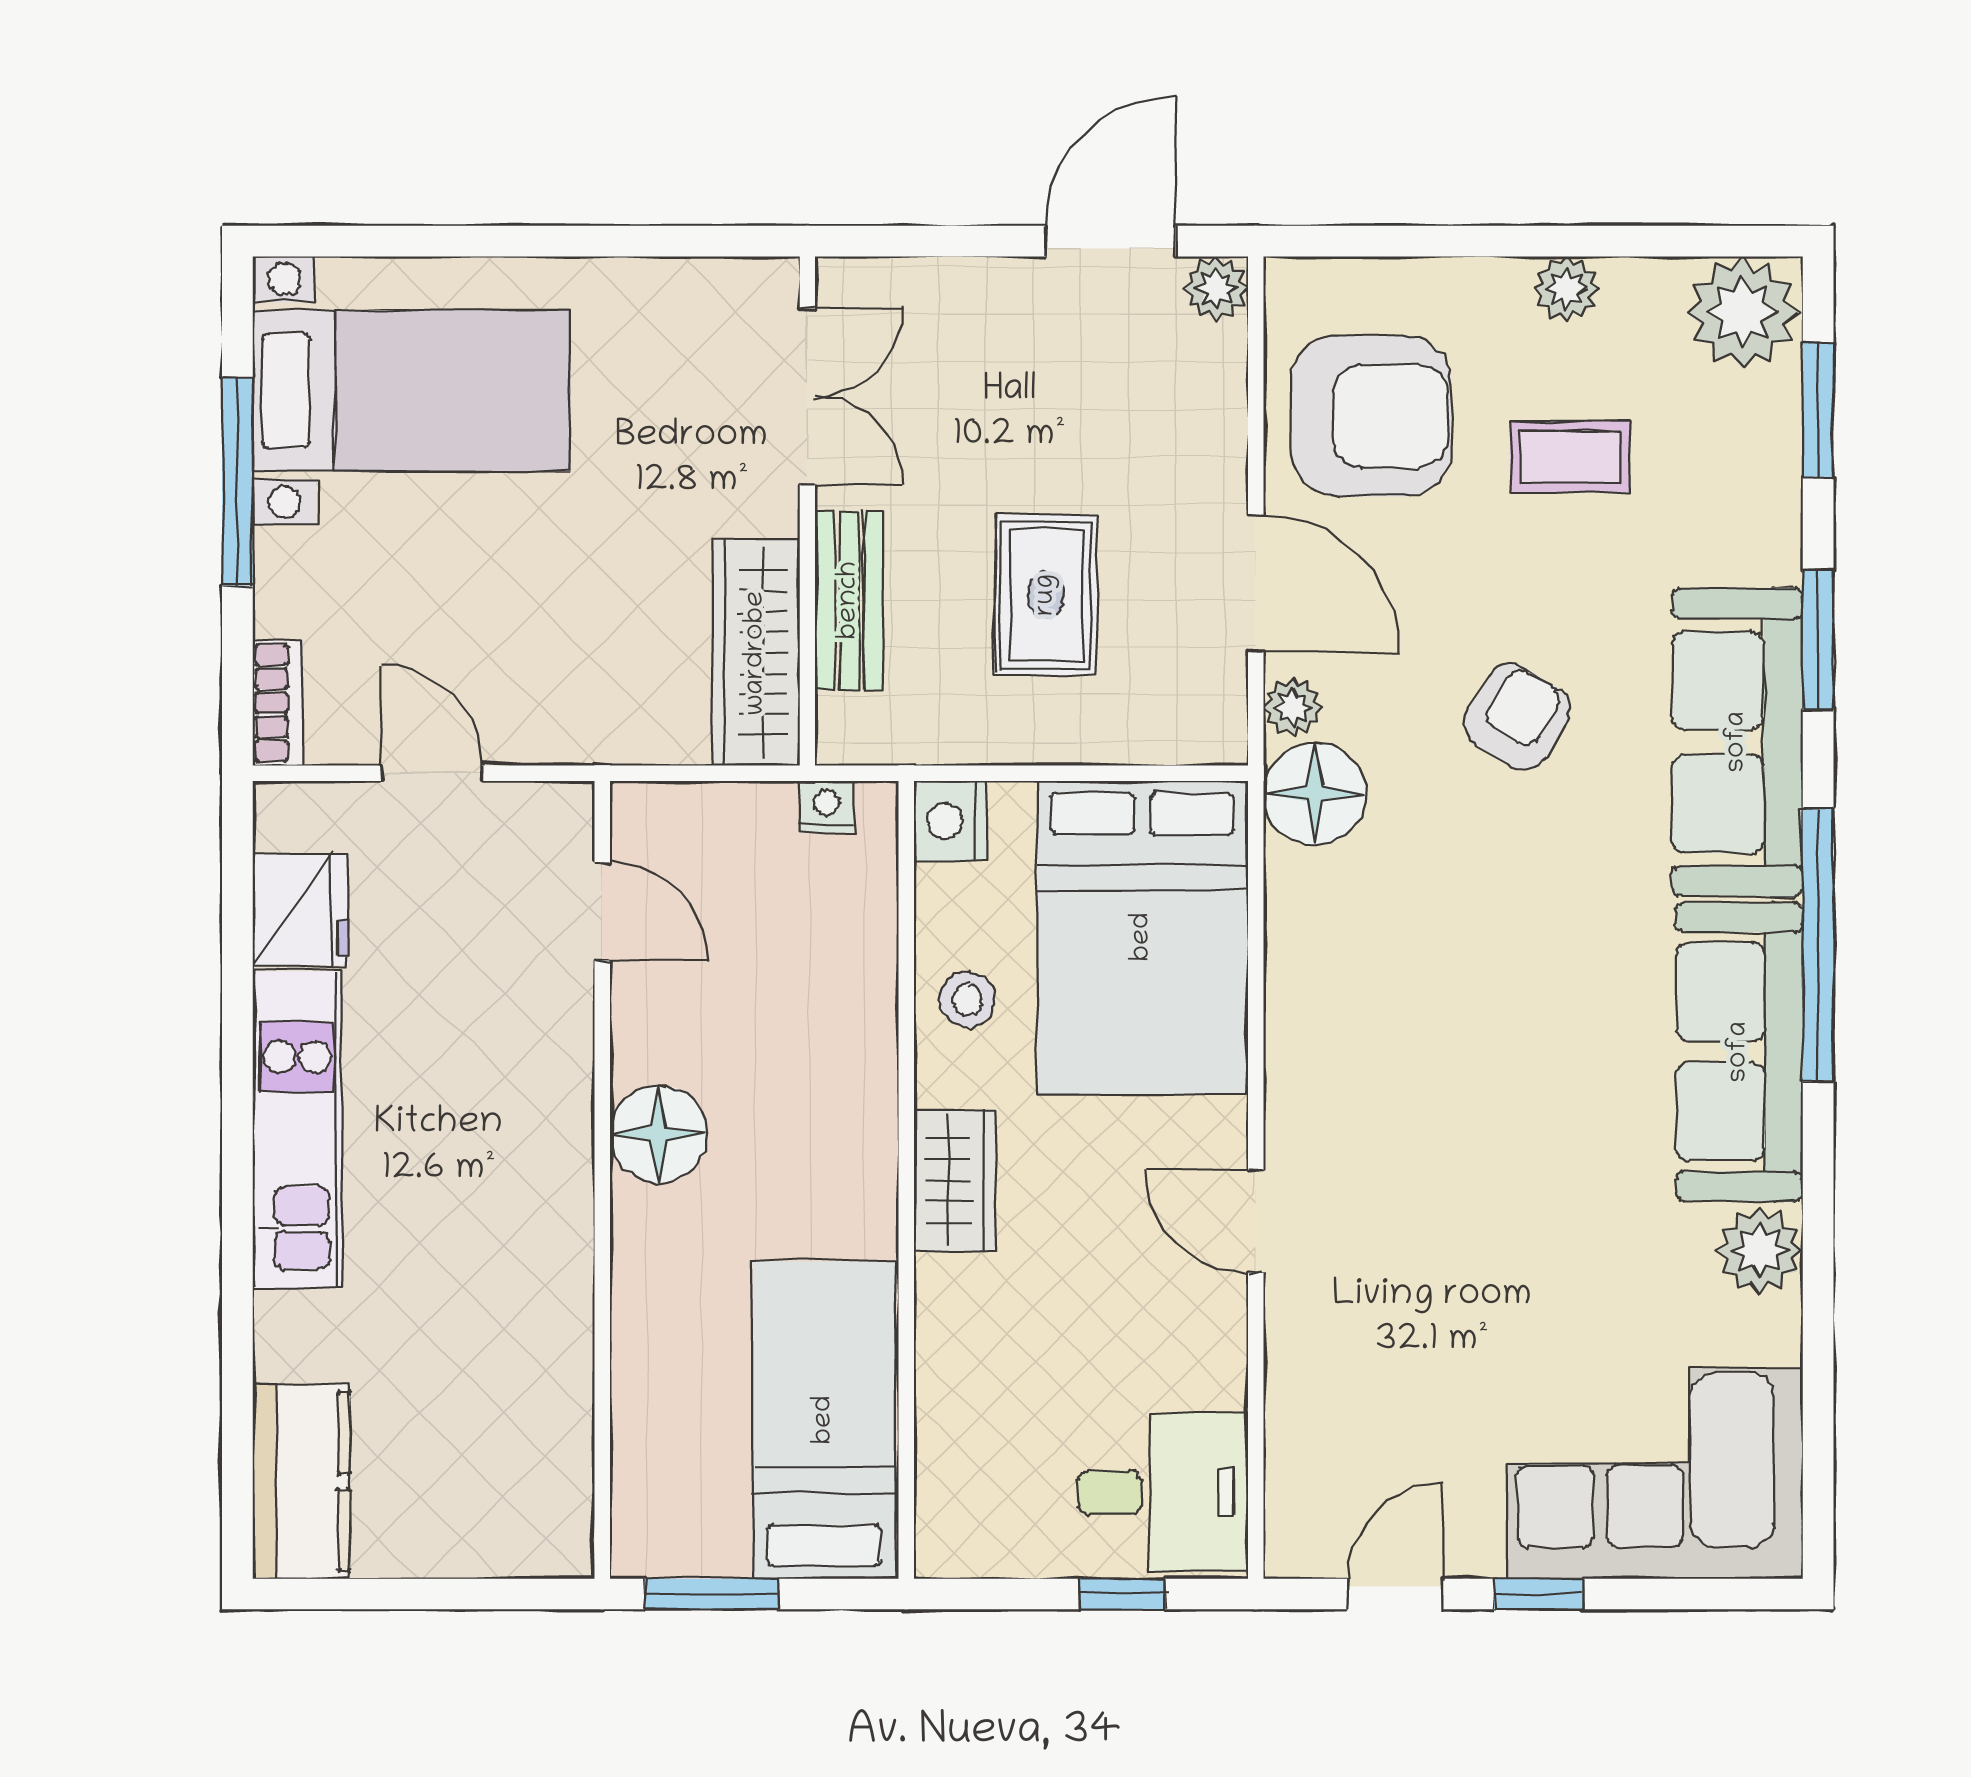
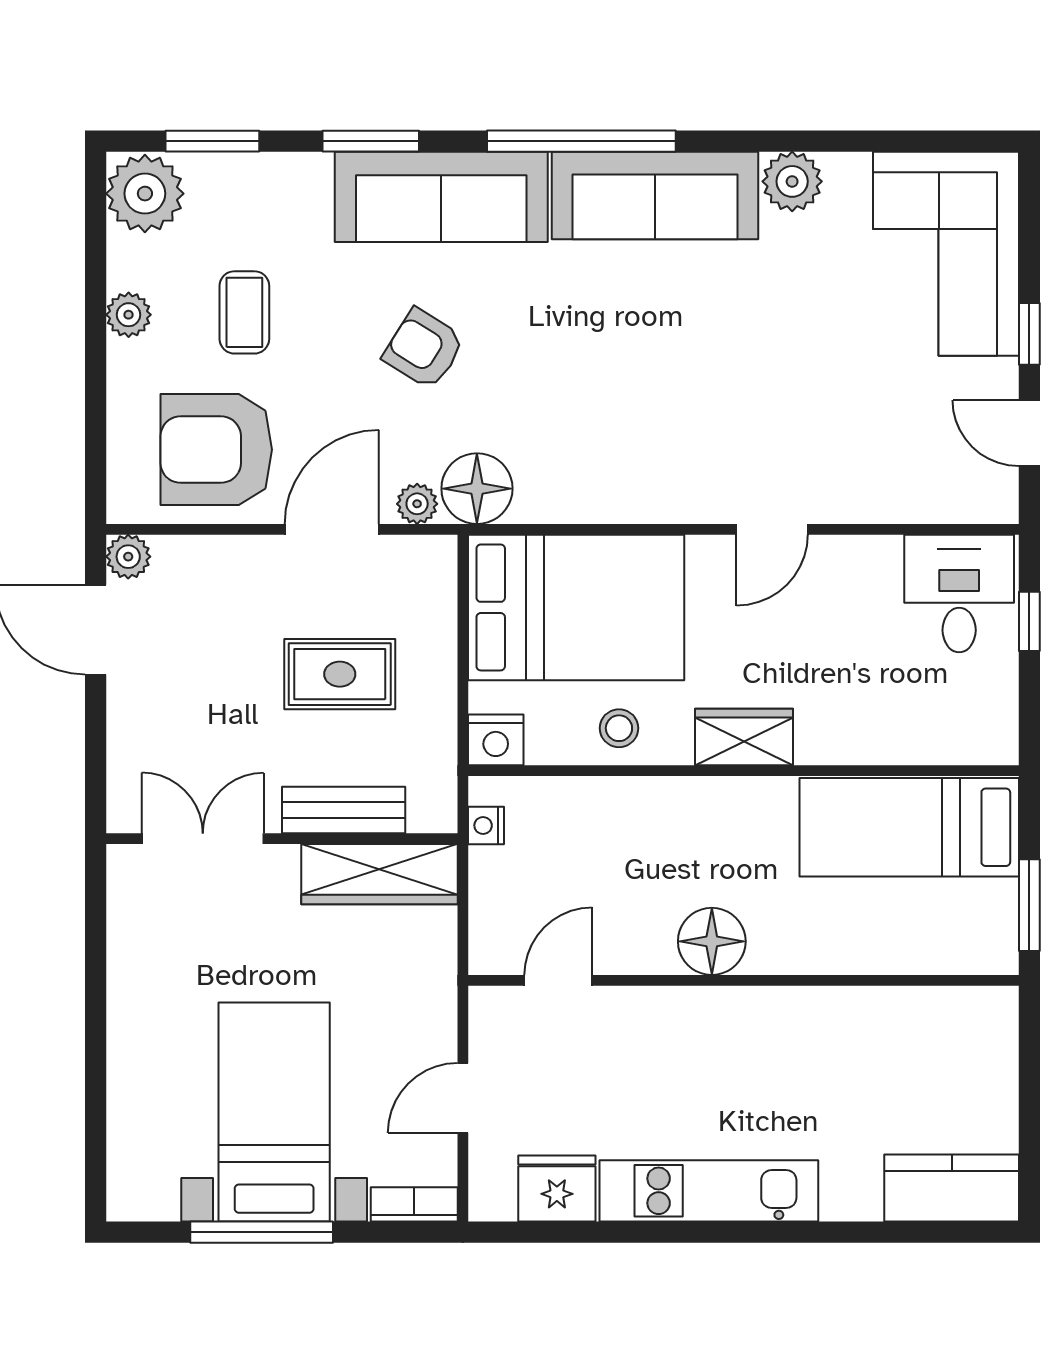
bed with nightstands: (411, 391) -> (274, 1112), moved
armchair: (1371, 416) -> (216, 450), turned -90

